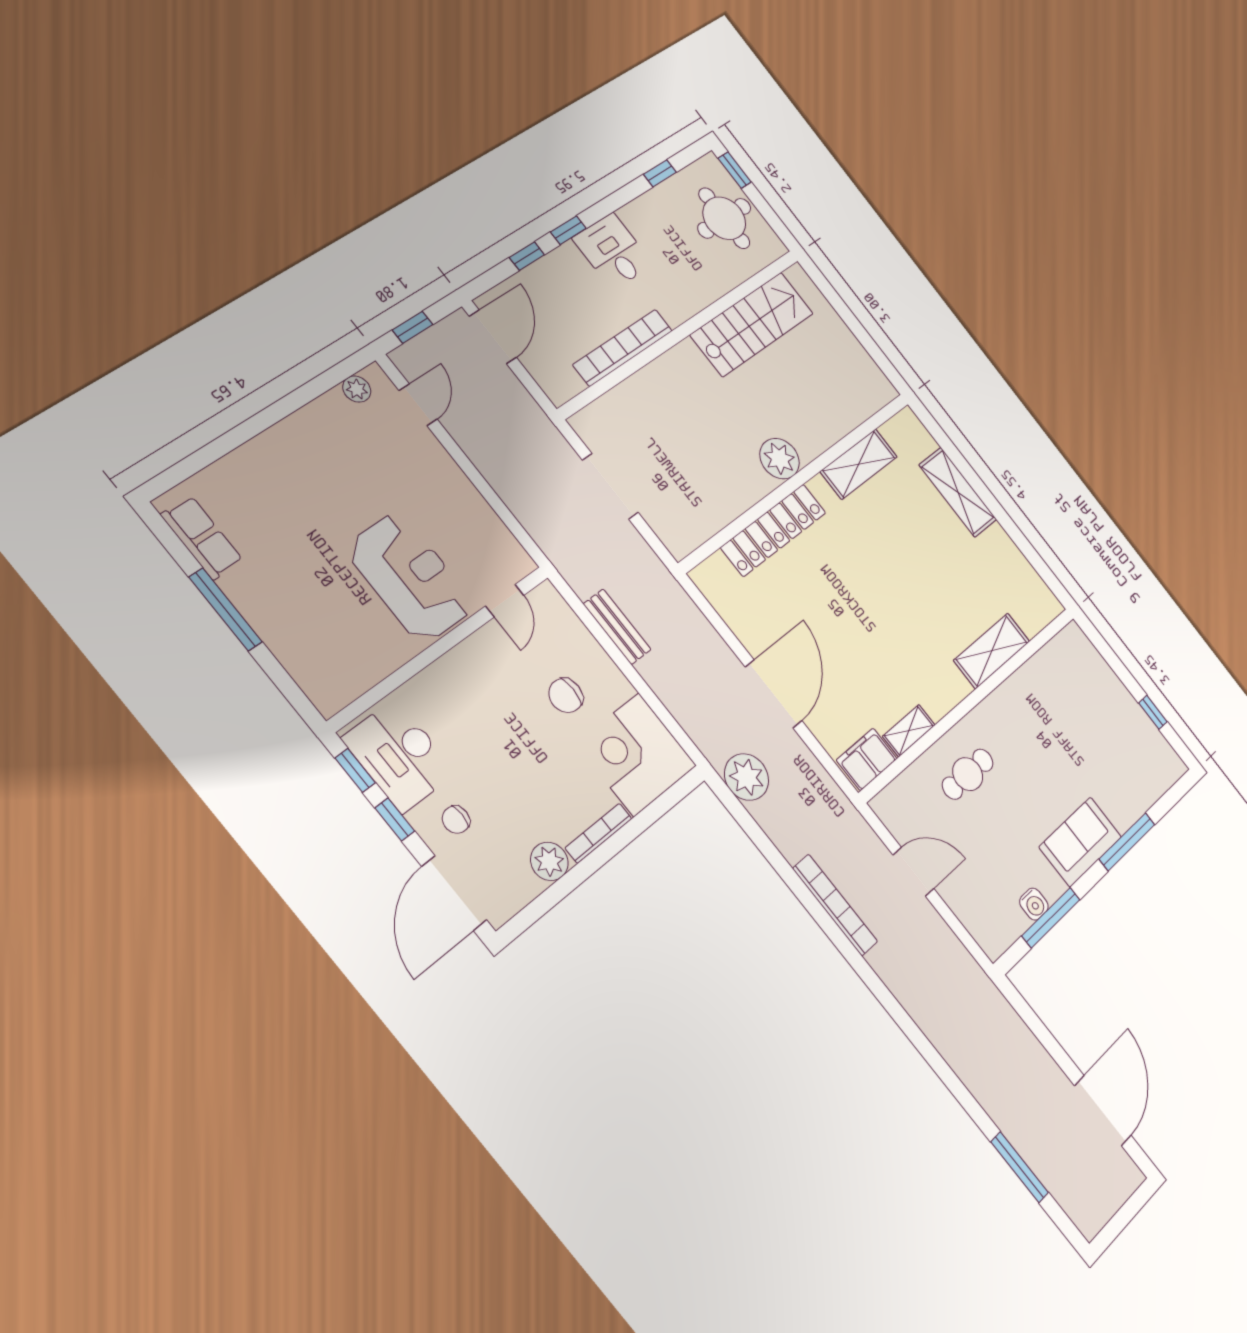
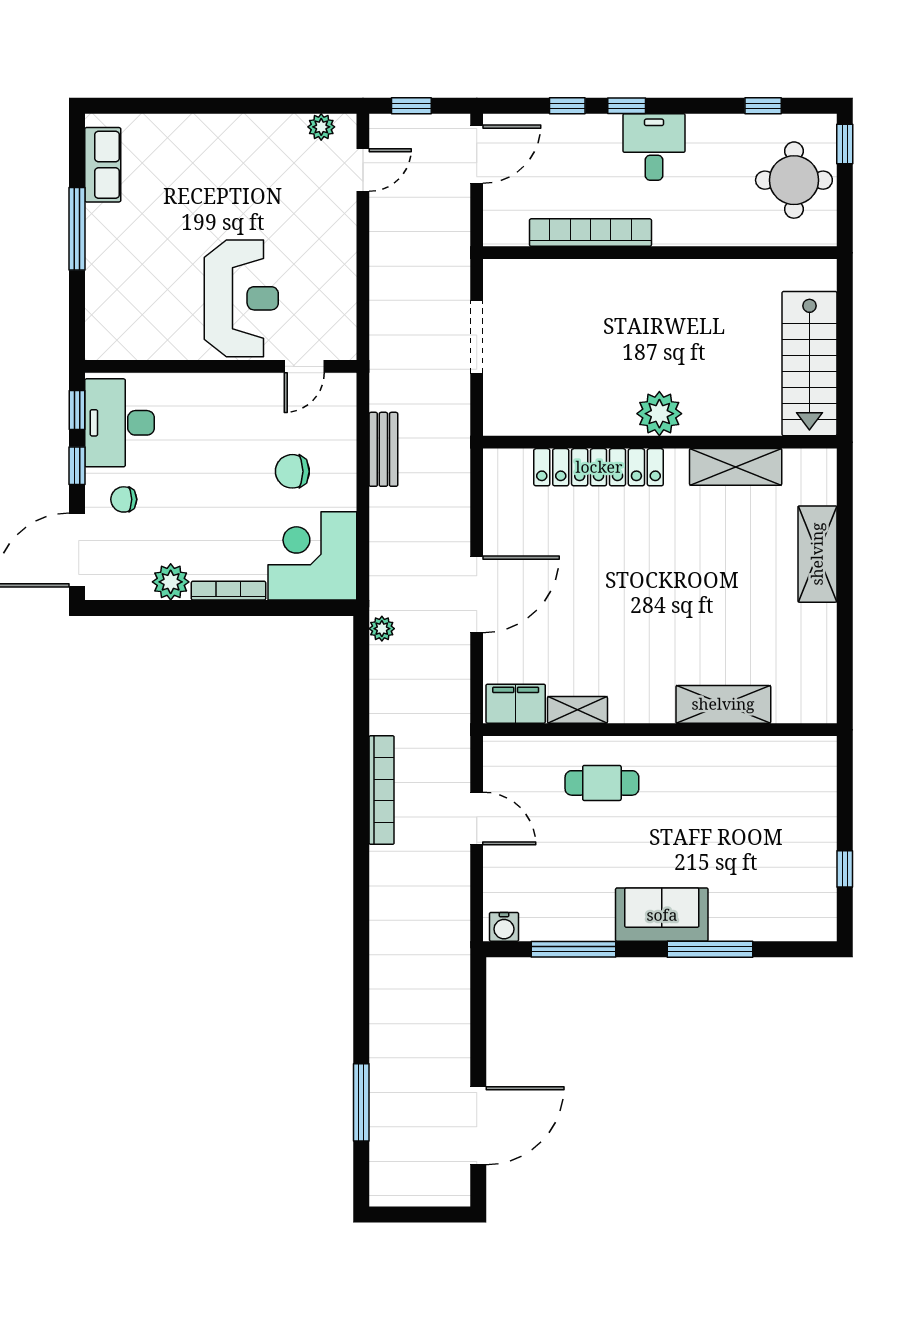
stairs: (752, 324) -> (809, 364), moved, turned 90
plant: (747, 777) -> (382, 629), width x0.53, depth x0.53
water cooler: (1034, 904) -> (504, 927), moved

